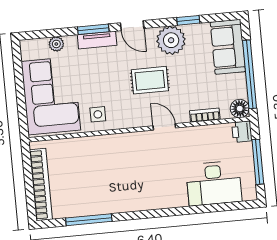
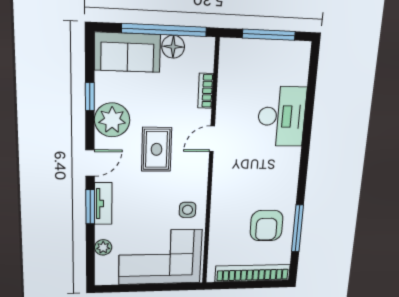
floor lamp: (240, 109) -> (173, 47), moved
printer: (242, 132) -> (231, 49), removed
desk: (214, 183) -> (282, 116), moved
armchair: (89, 190) -> (267, 226), added

